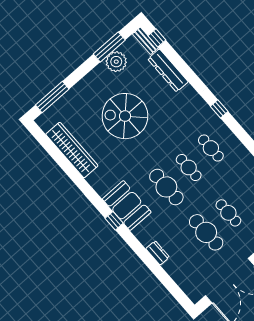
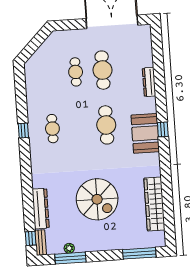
plant: (116, 62) -> (69, 248), width x0.53, depth x0.53
window: (219, 109) -> (23, 131), moved
cafe table: (189, 168) -> (79, 127), removed
dresser: (158, 253) -> (149, 82), width x1.44

